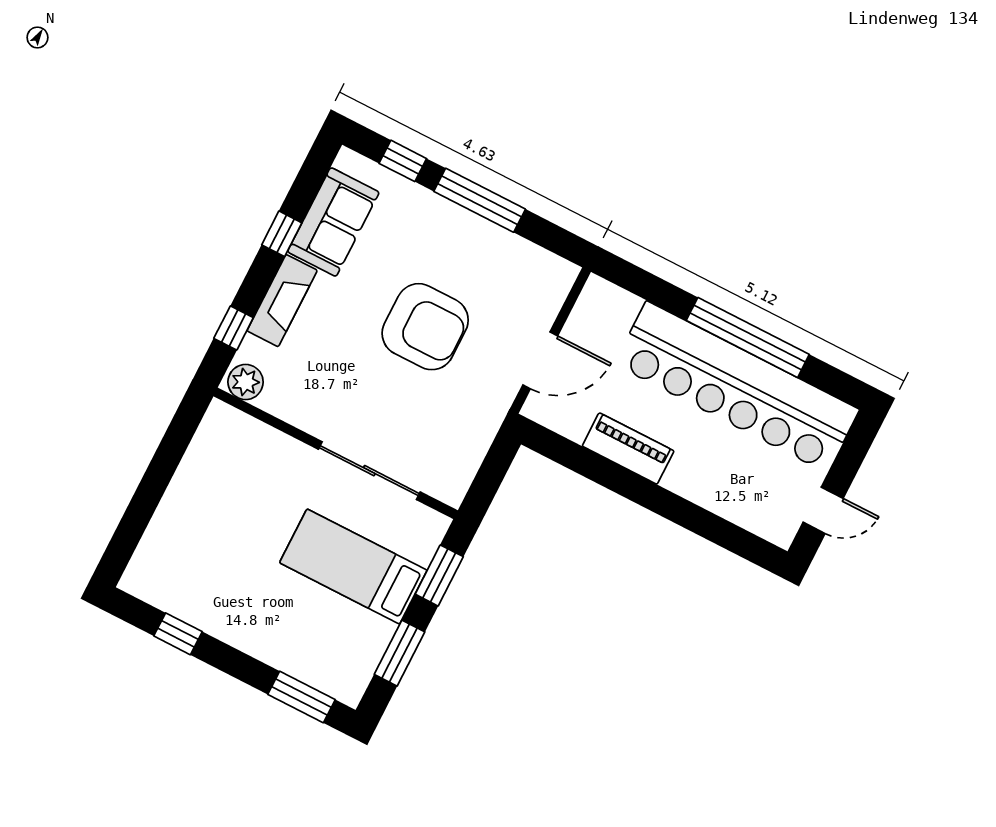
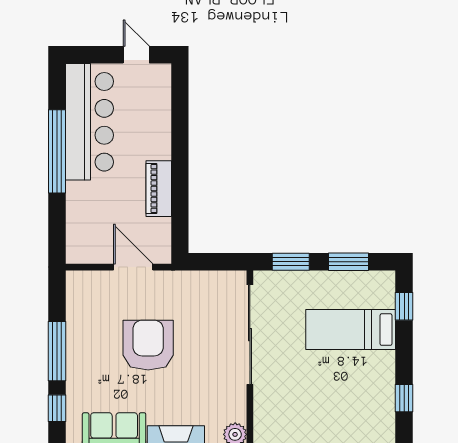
bar counter: (737, 387) -> (89, 122), width x0.73
sliding door: (369, 471) -> (250, 335), width x1.36
bed: (353, 567) -> (351, 330), moved, turned 90
window: (301, 697) -> (404, 306), width x0.67

